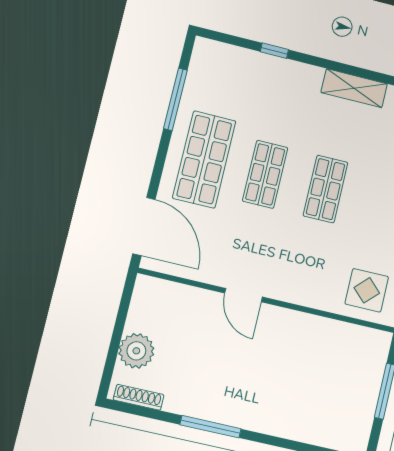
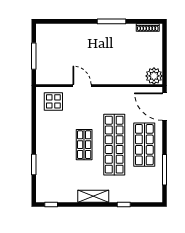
shelving: (354, 88) -> (93, 196), moved
shop shelf: (265, 174) -> (114, 145), width x2.00, depth x1.36
door: (244, 295) -> (82, 86), moved
plant: (136, 351) -> (154, 76), moved

